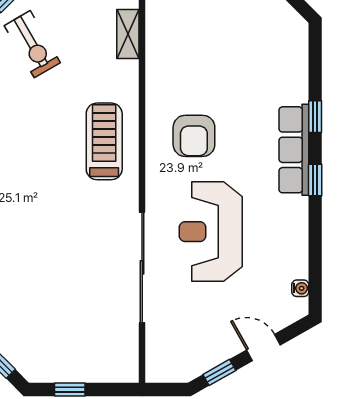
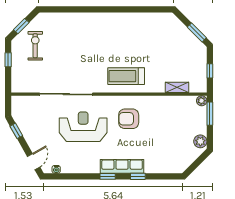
exercise bike: (32, 44) -> (35, 46), moved, turned 120
treadmill: (104, 141) -> (126, 76), turned 180
door: (264, 348) -> (34, 162), moved

